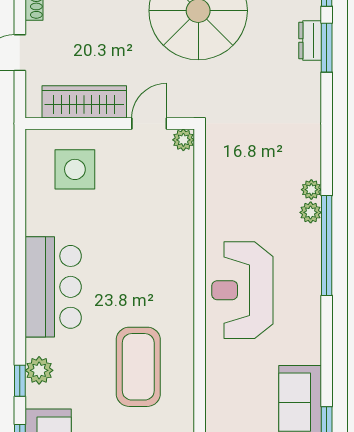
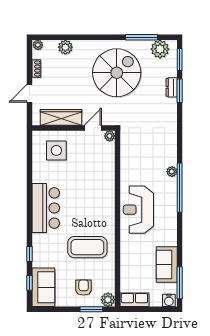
plant: (311, 190) -> (172, 160), removed
coffee table: (138, 367) -> (87, 247), turned 90
plant: (39, 370) -> (39, 249), removed

